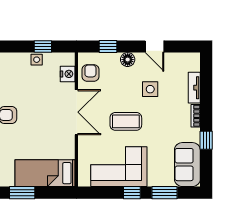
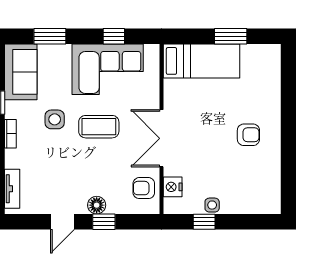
window: (108, 47) -> (104, 222), moved
door: (155, 47) -> (62, 222), swing flipped
armchair: (90, 73) -> (144, 188), turned 90
tv unit: (194, 88) -> (12, 189), moved
side table: (150, 89) -> (55, 119), moved
window: (132, 193) -> (114, 36), moved

